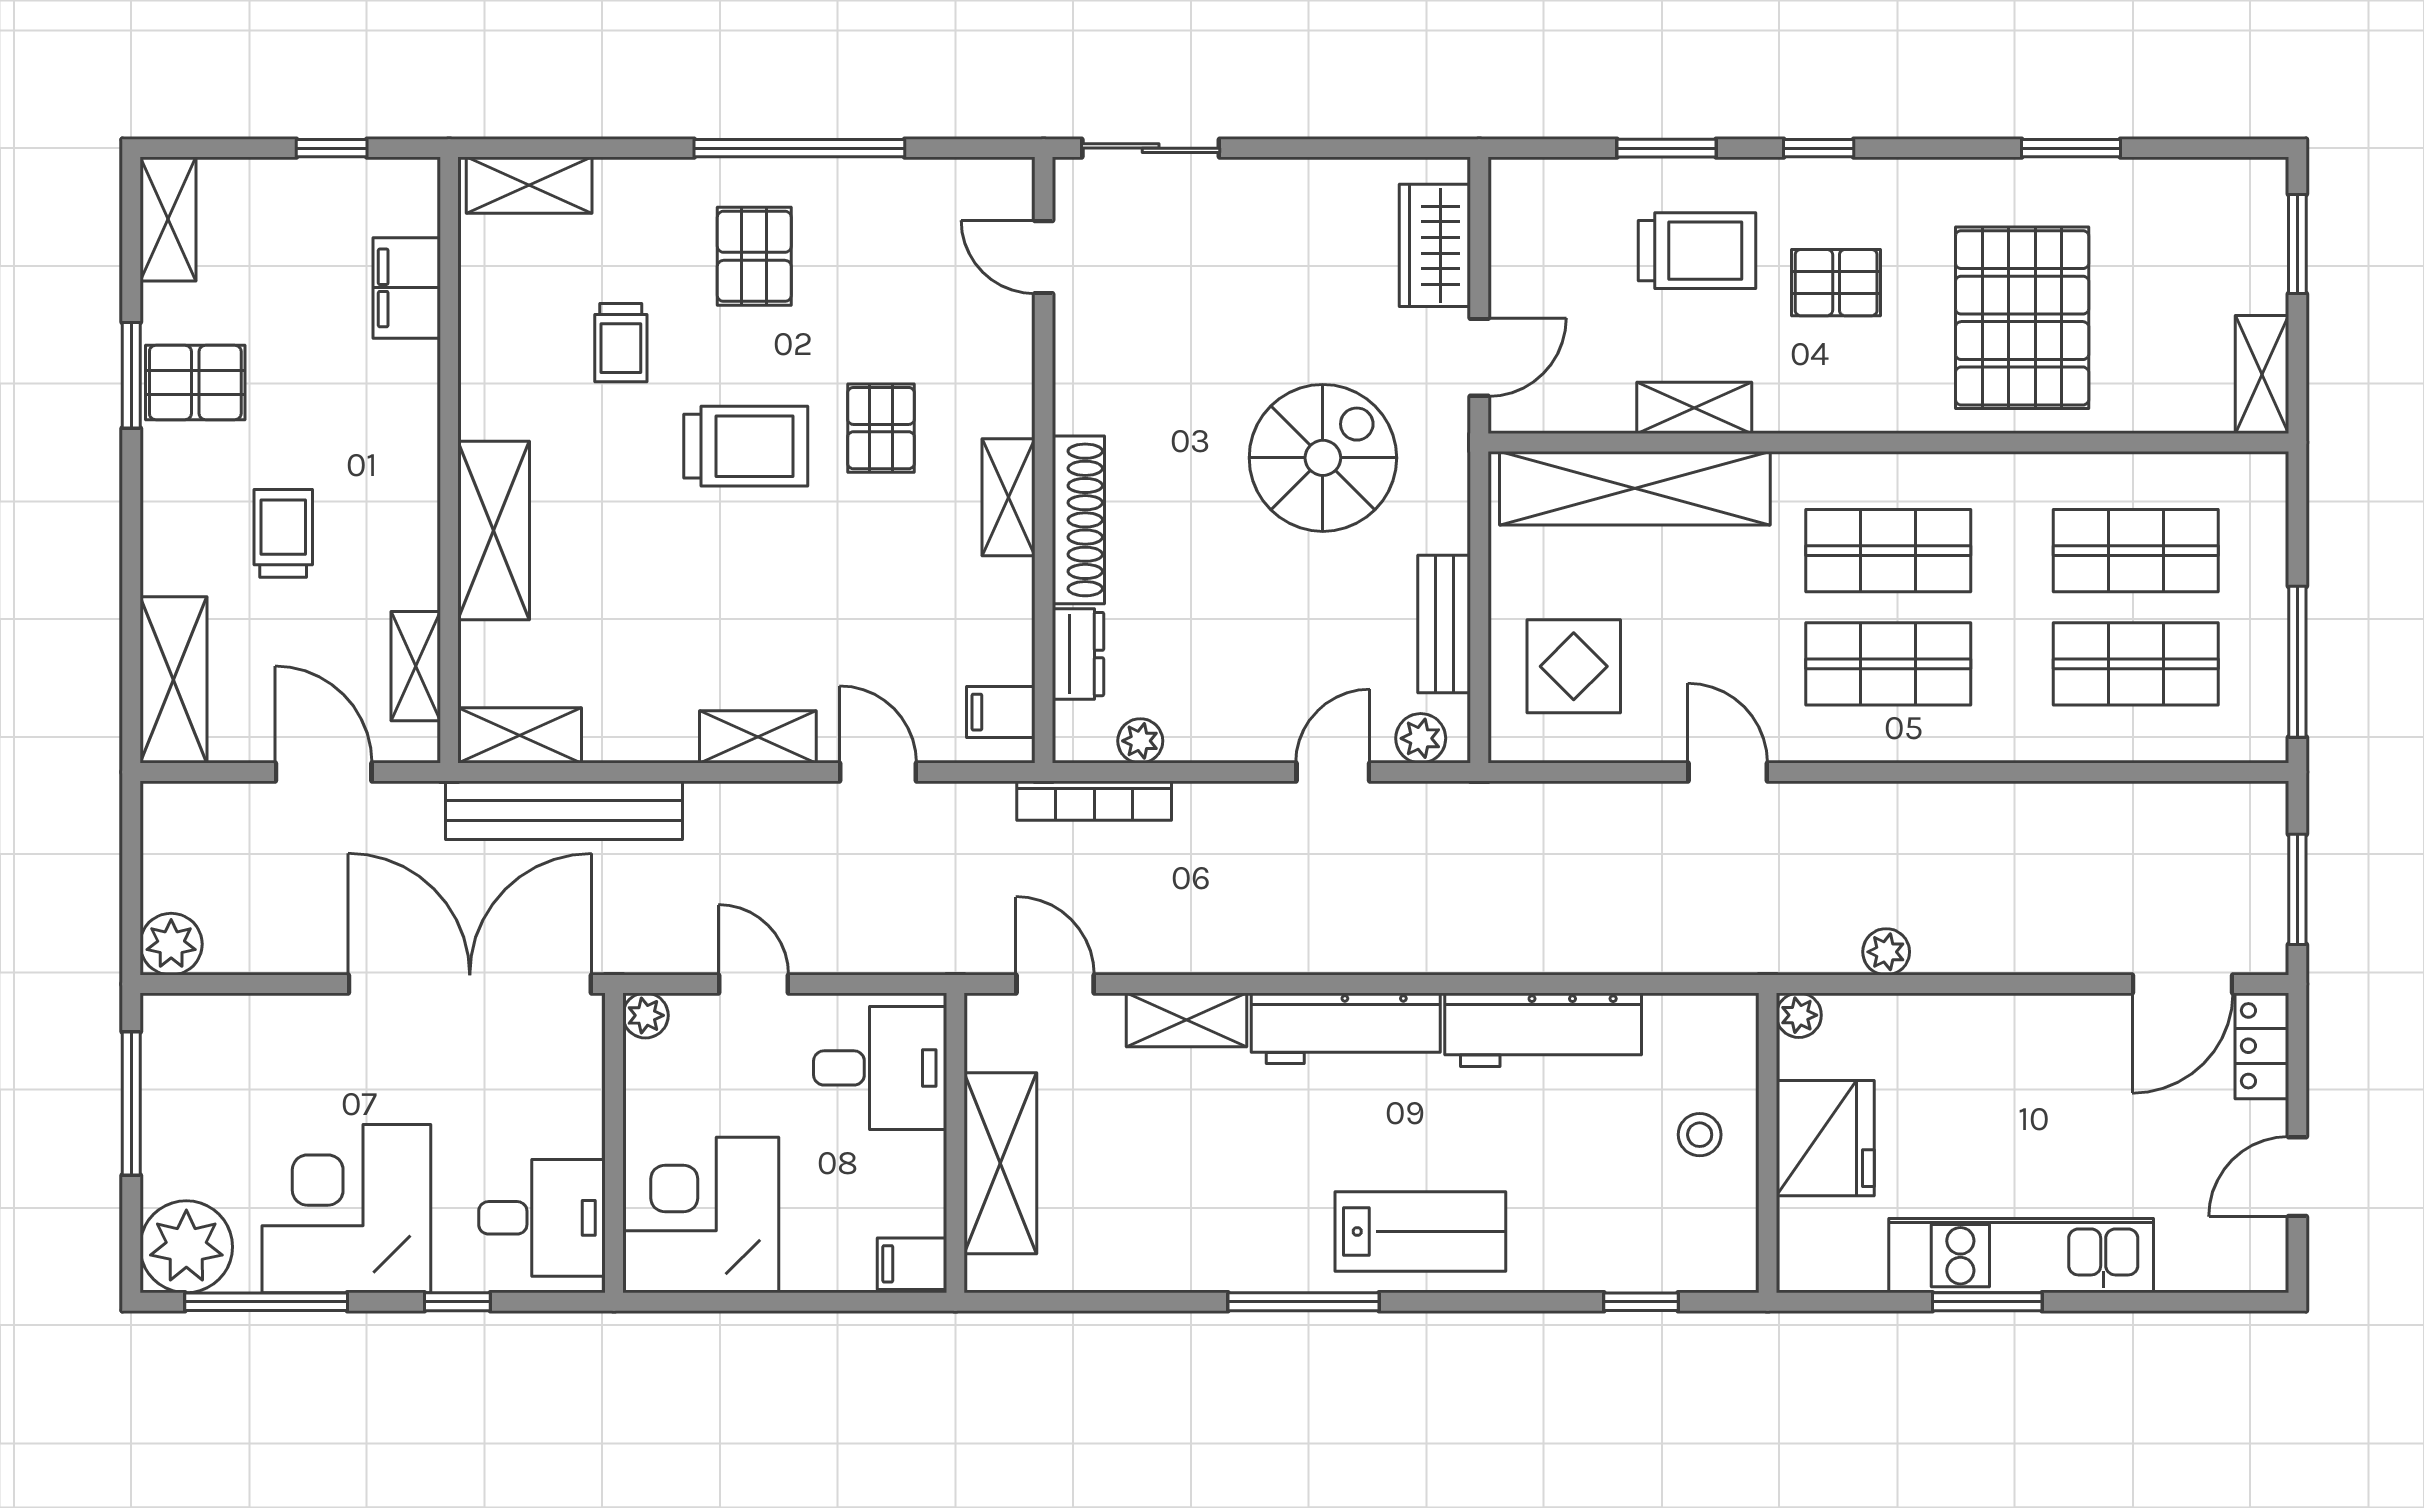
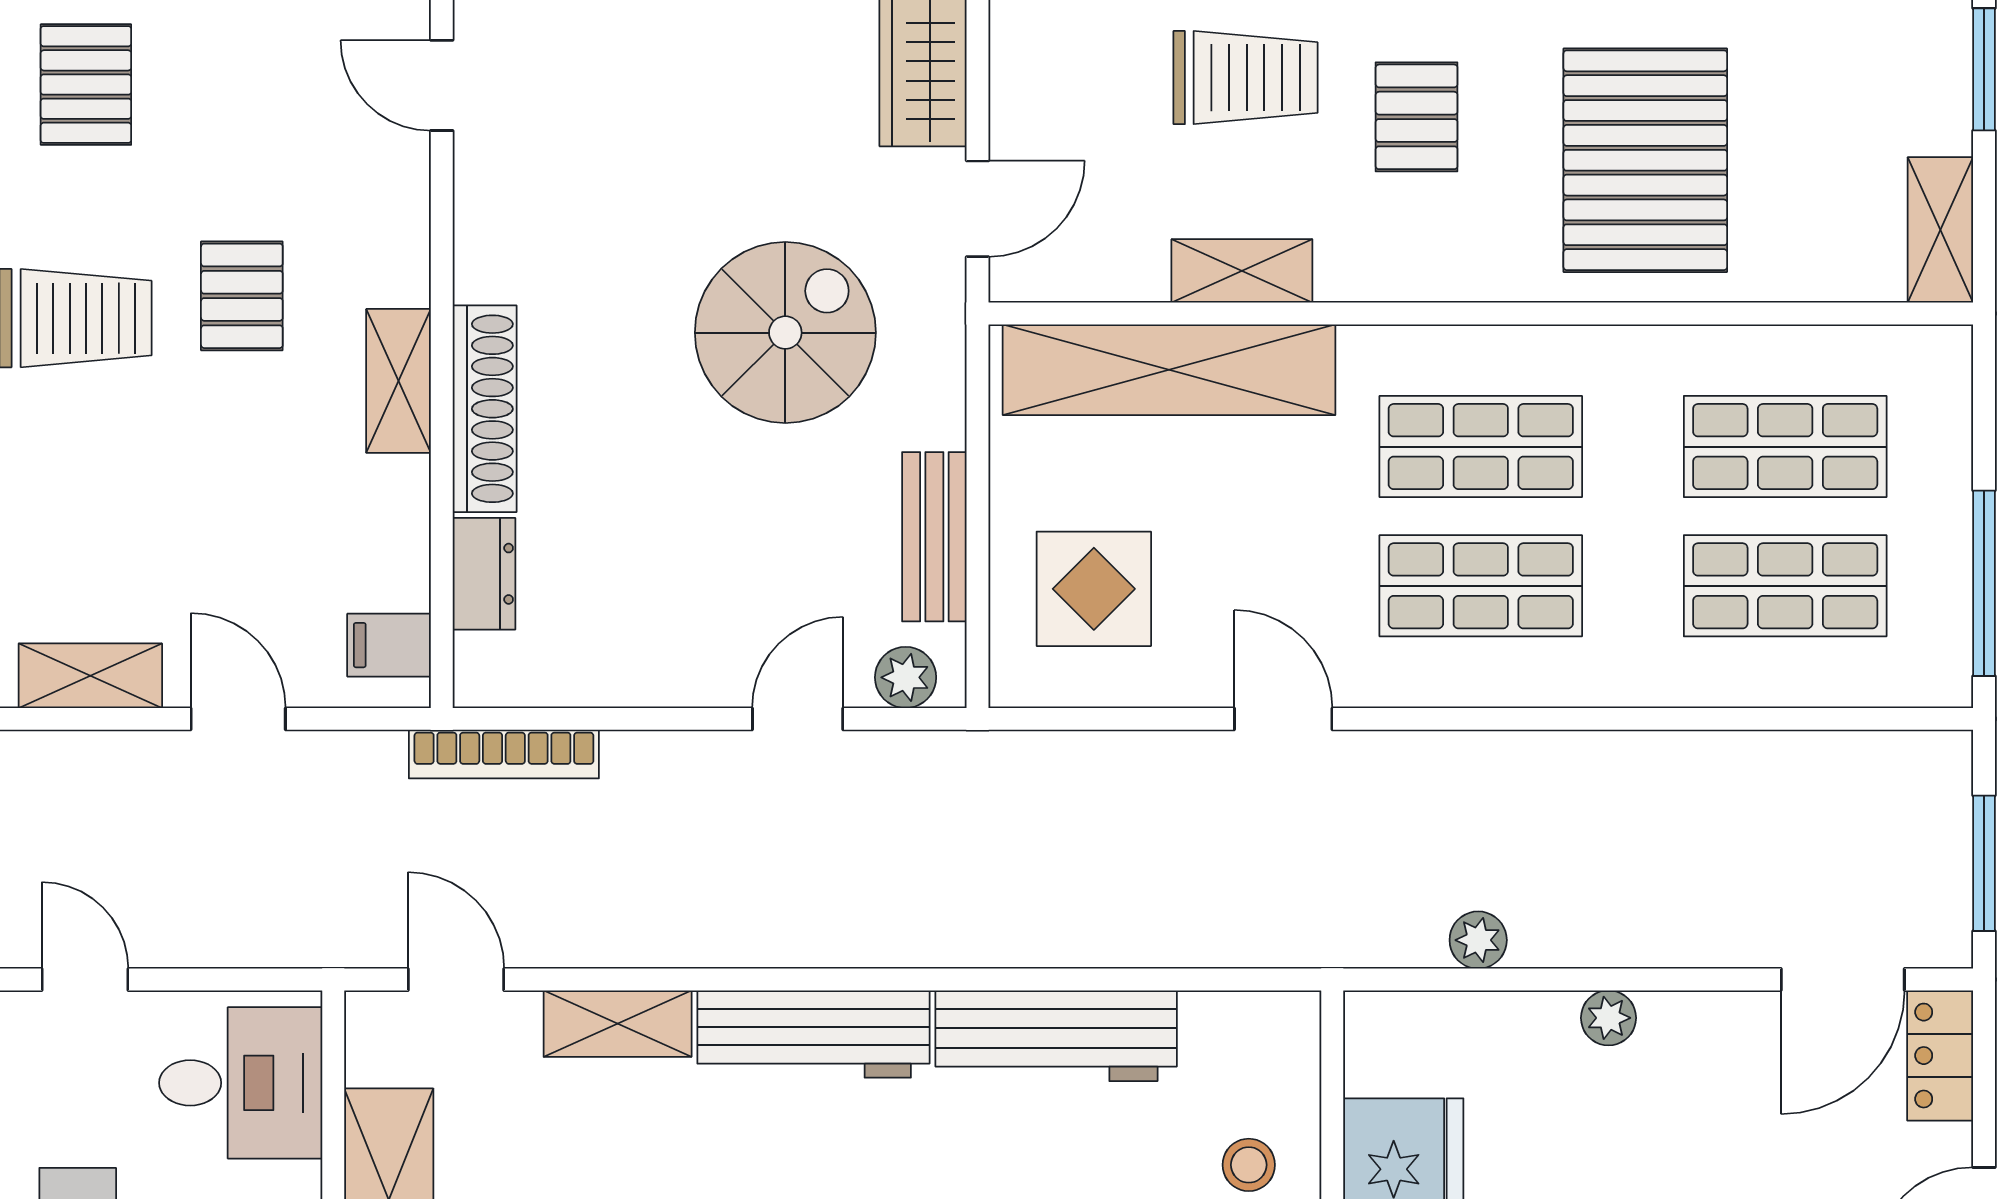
pallet: (1836, 283) -> (1417, 117), turned 90
plant: (1140, 741) -> (561, 681), removed
plant: (1799, 1015) -> (1608, 1018), moved

